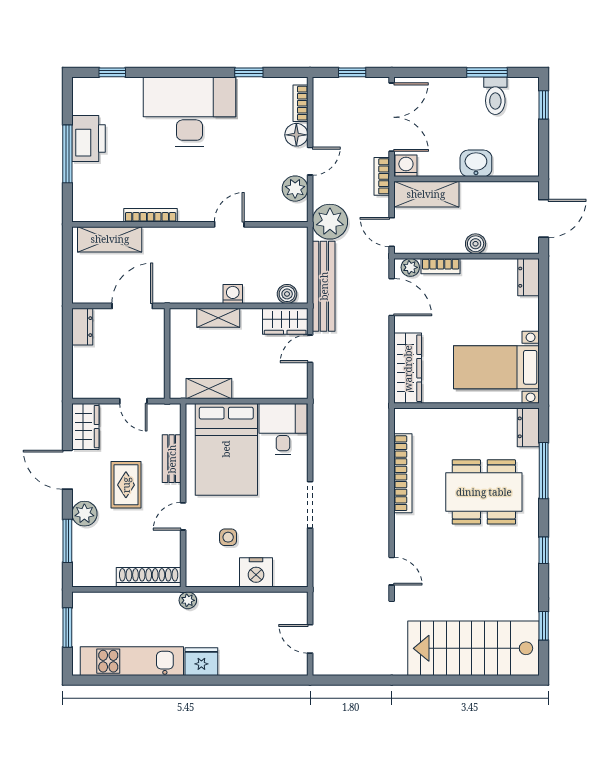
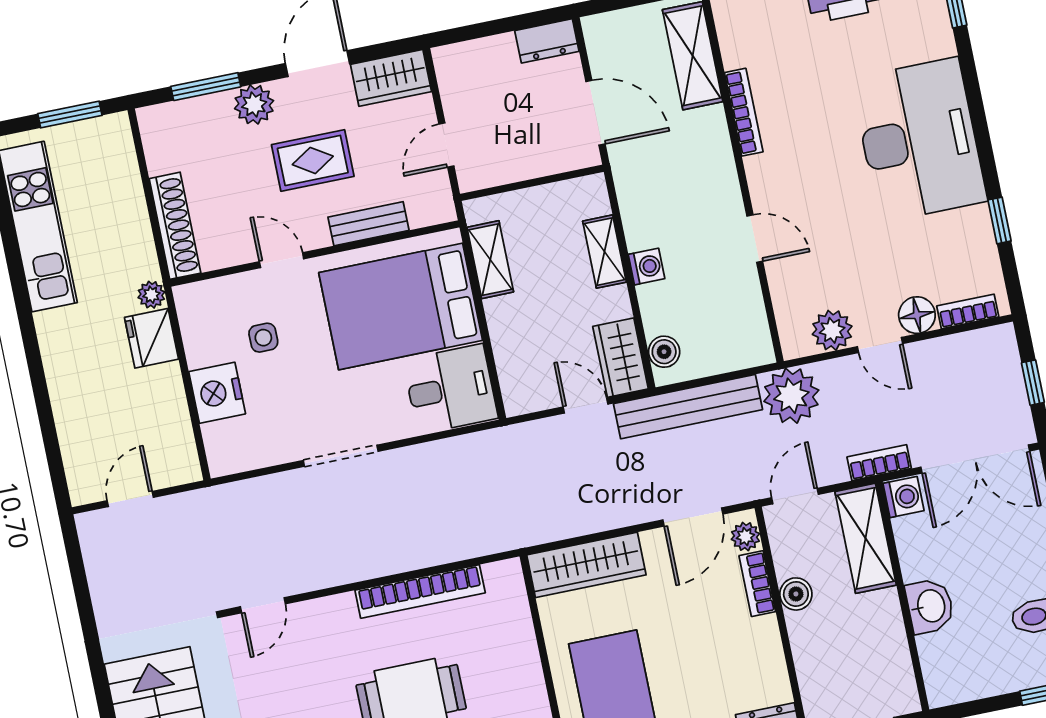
boiler: (476, 244) -> (796, 594), moved
fridge: (201, 662) -> (152, 338), moved, turned 180

